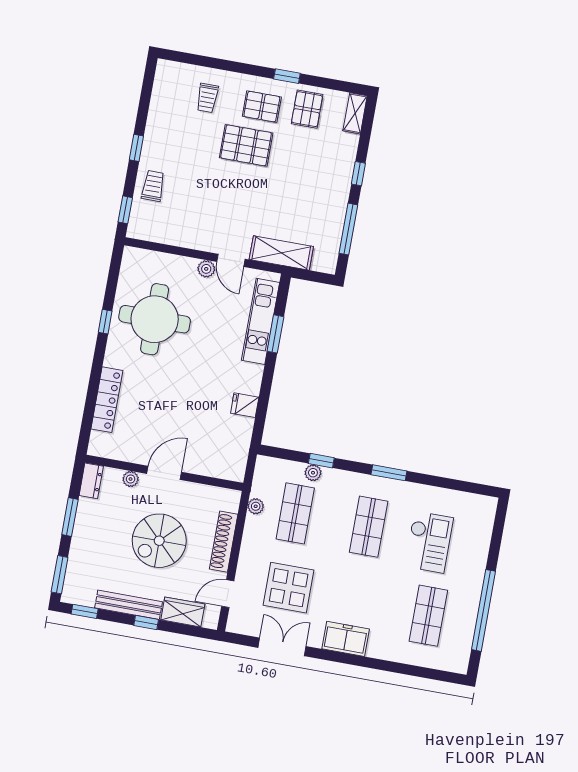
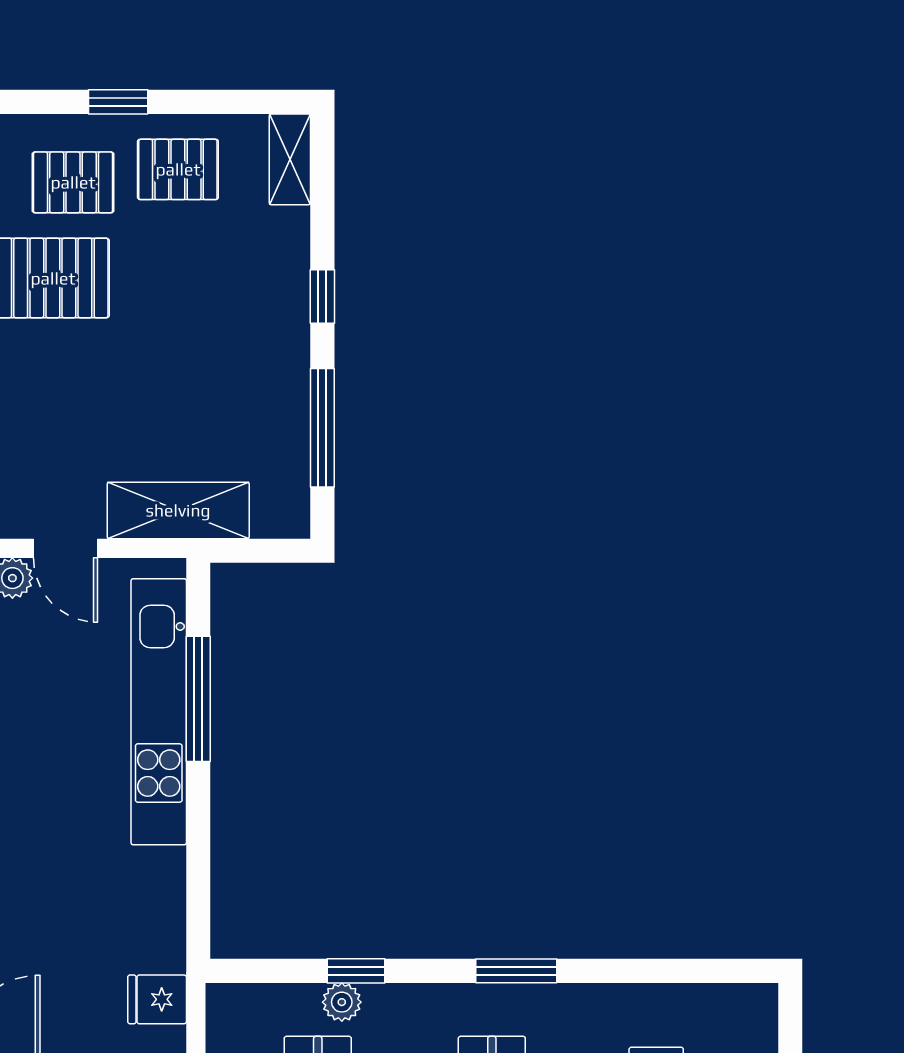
pallet: (307, 109) -> (178, 169), turned 90
kitchen unit: (261, 321) -> (159, 712), width x1.36
window: (275, 334) -> (198, 699), width x1.44
fridge: (245, 405) -> (157, 999), moved

